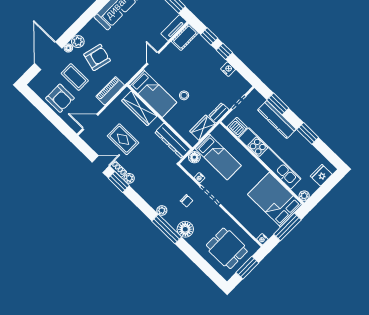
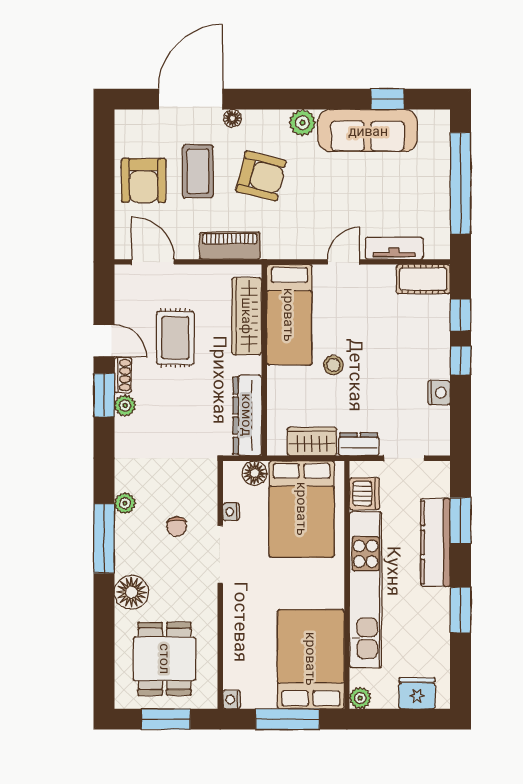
tv unit: (174, 28) -> (394, 248), moved
plant: (78, 41) -> (302, 123), moved
bed: (218, 157) -> (302, 509), width x1.50
floor lamp: (185, 229) -> (131, 592), moved

